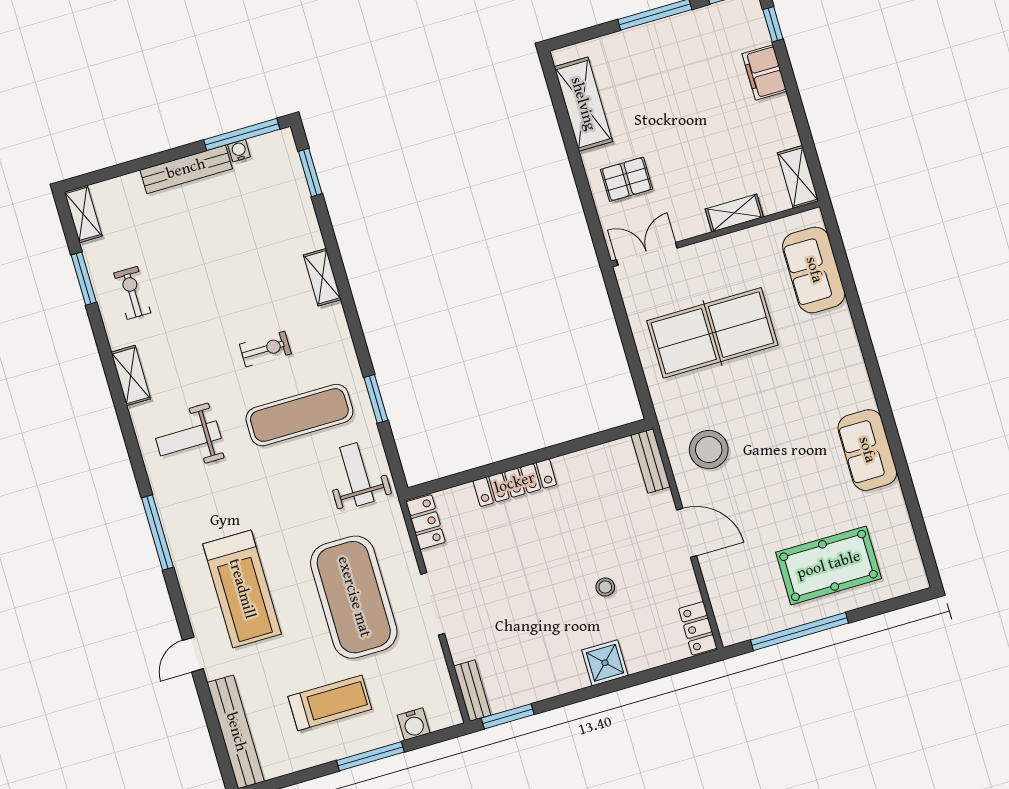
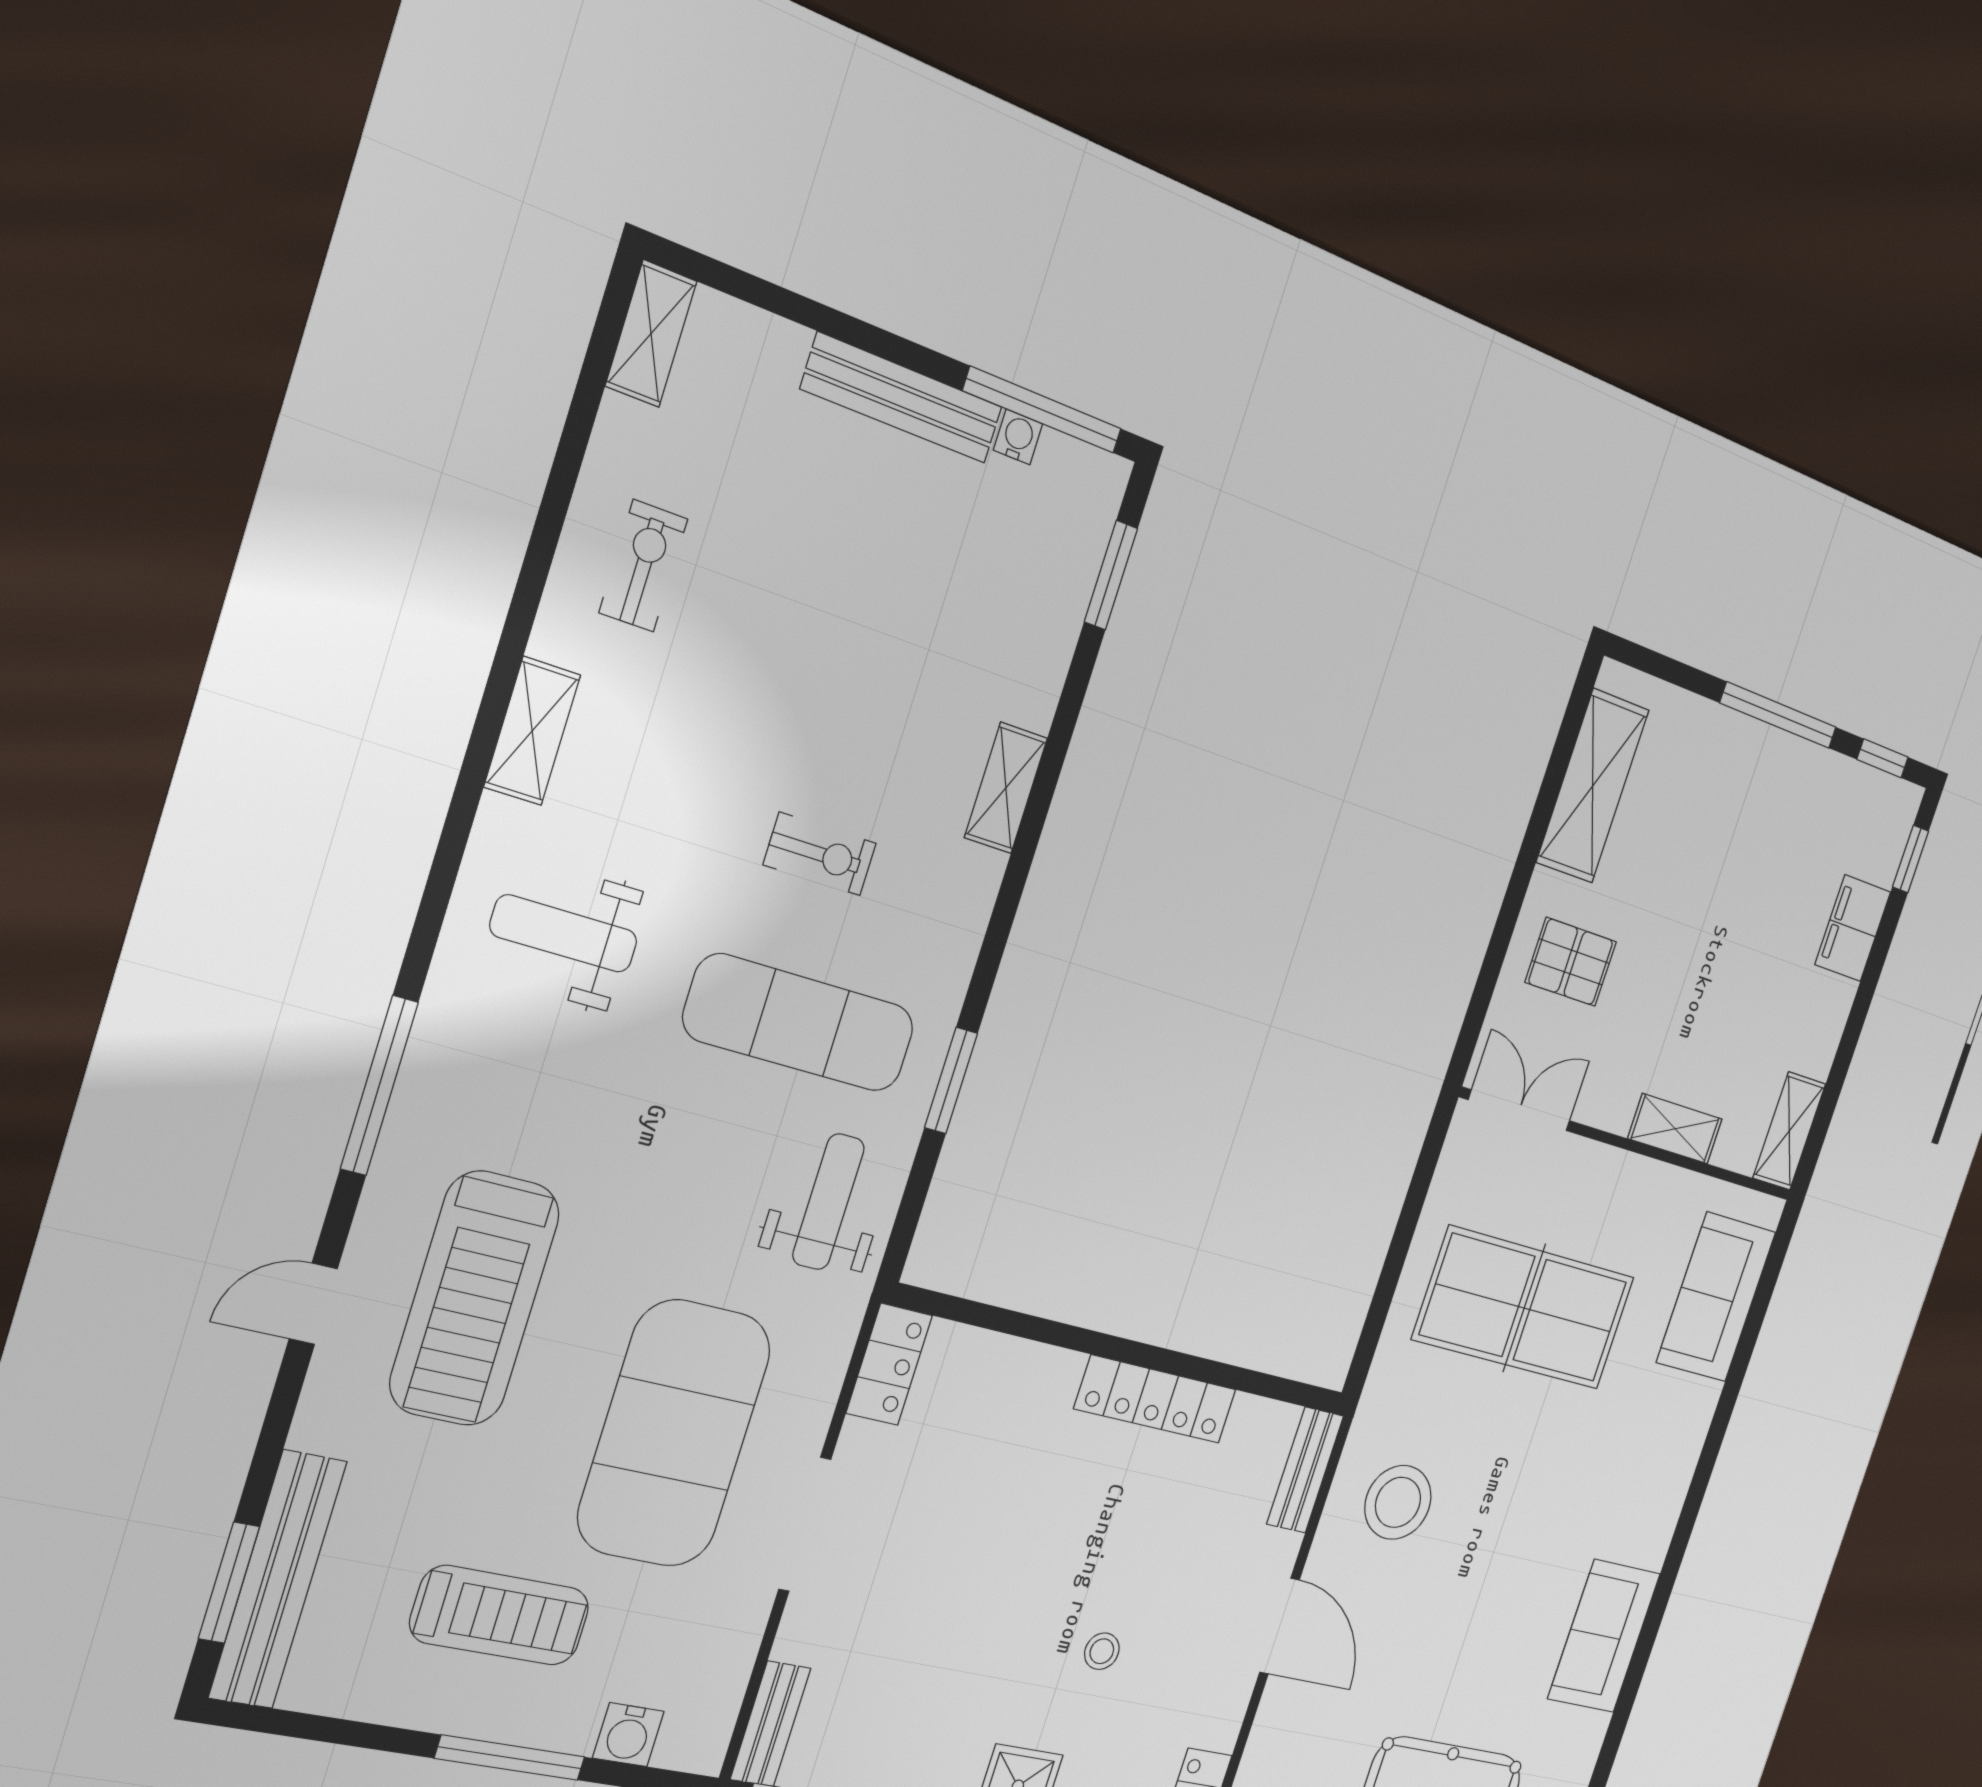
window: (84, 279) -> (229, 1583), moved
locker: (515, 483) -> (1156, 1399), moved
door: (193, 655) -> (313, 1304), moved

